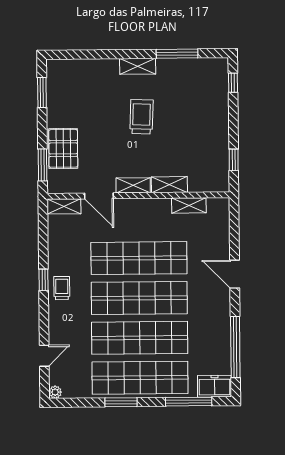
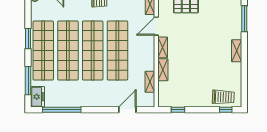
window: (177, 54) -> (244, 19), moved
trolley: (141, 117) -> (223, 97), moved
door: (235, 274) -> (127, 110), moved

